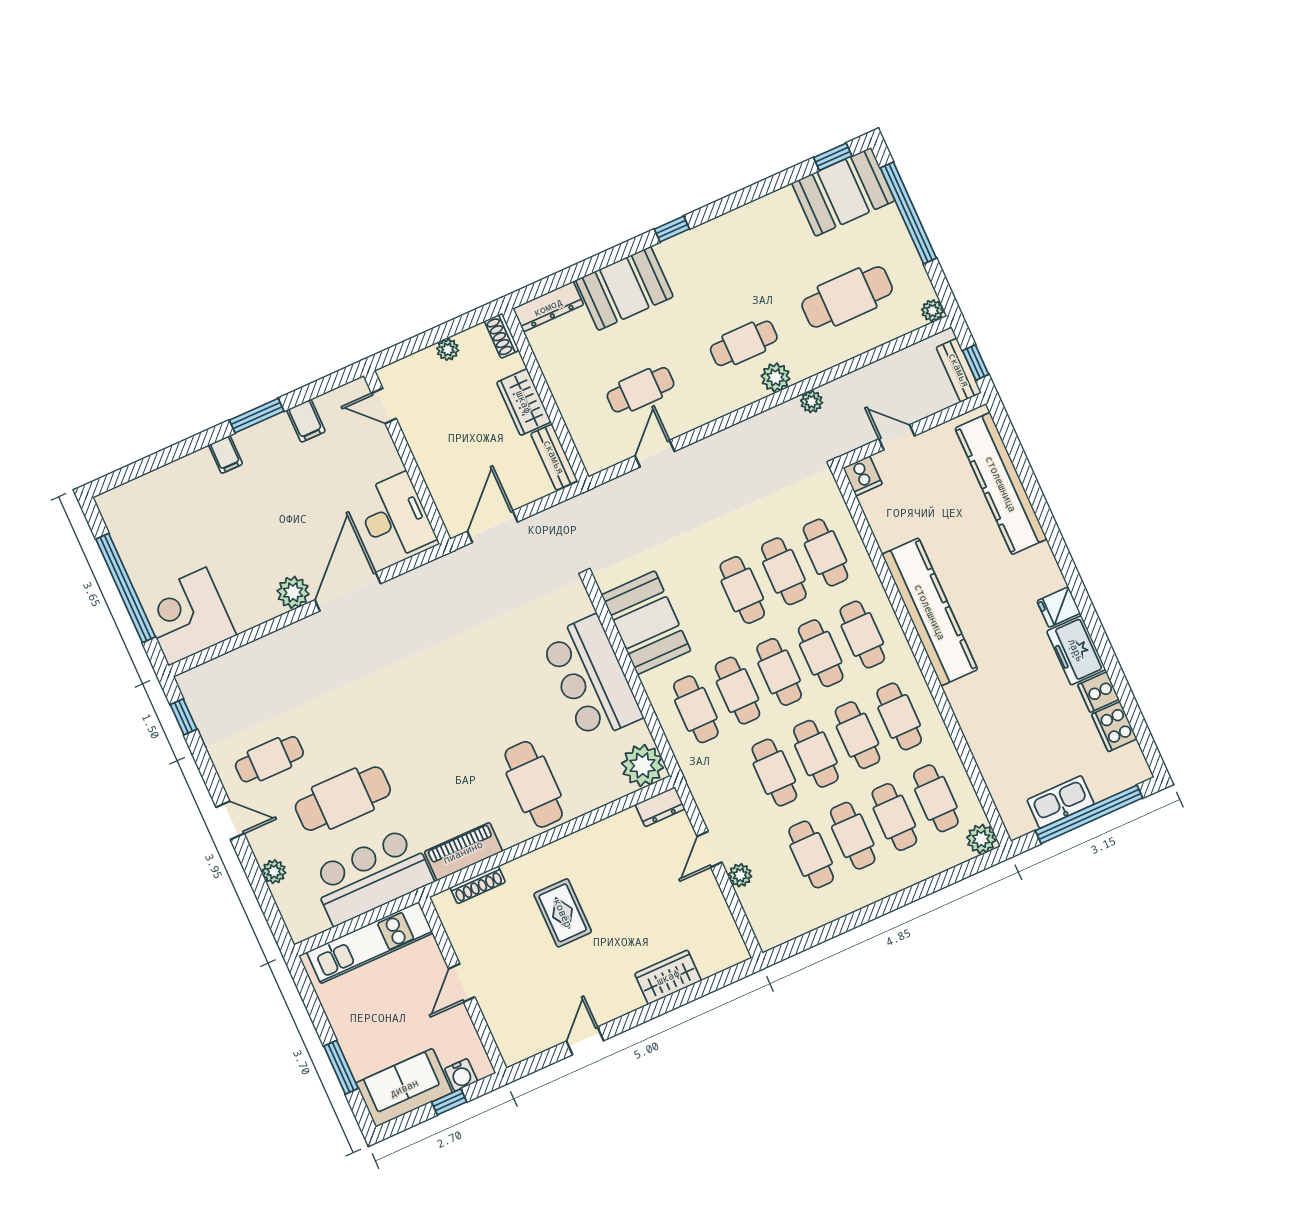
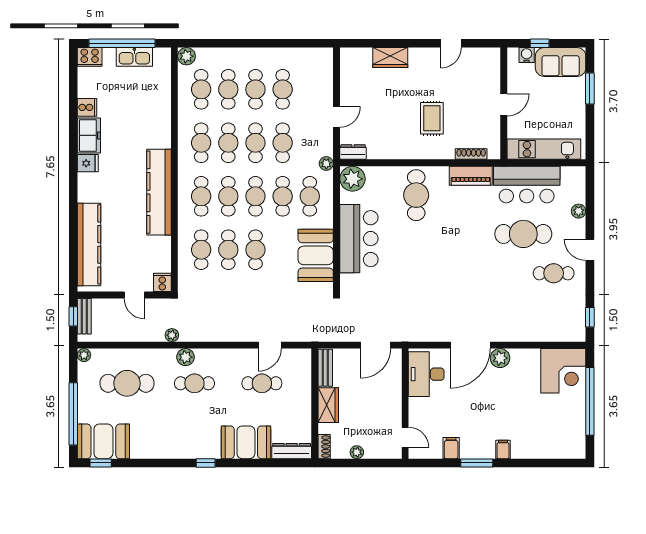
cooker: (1114, 727) -> (90, 57), moved, turned 90
plant: (740, 875) -> (326, 164), moved

